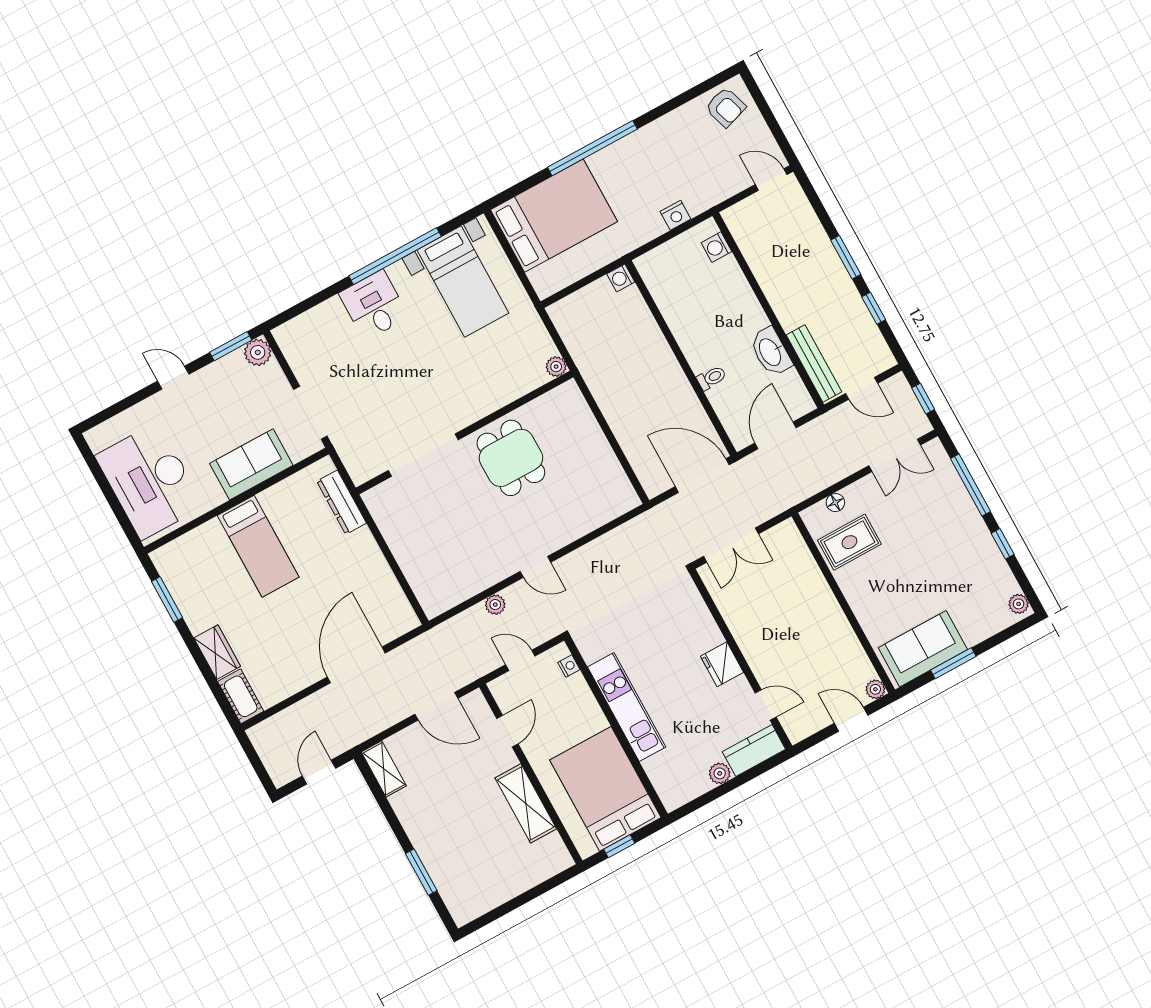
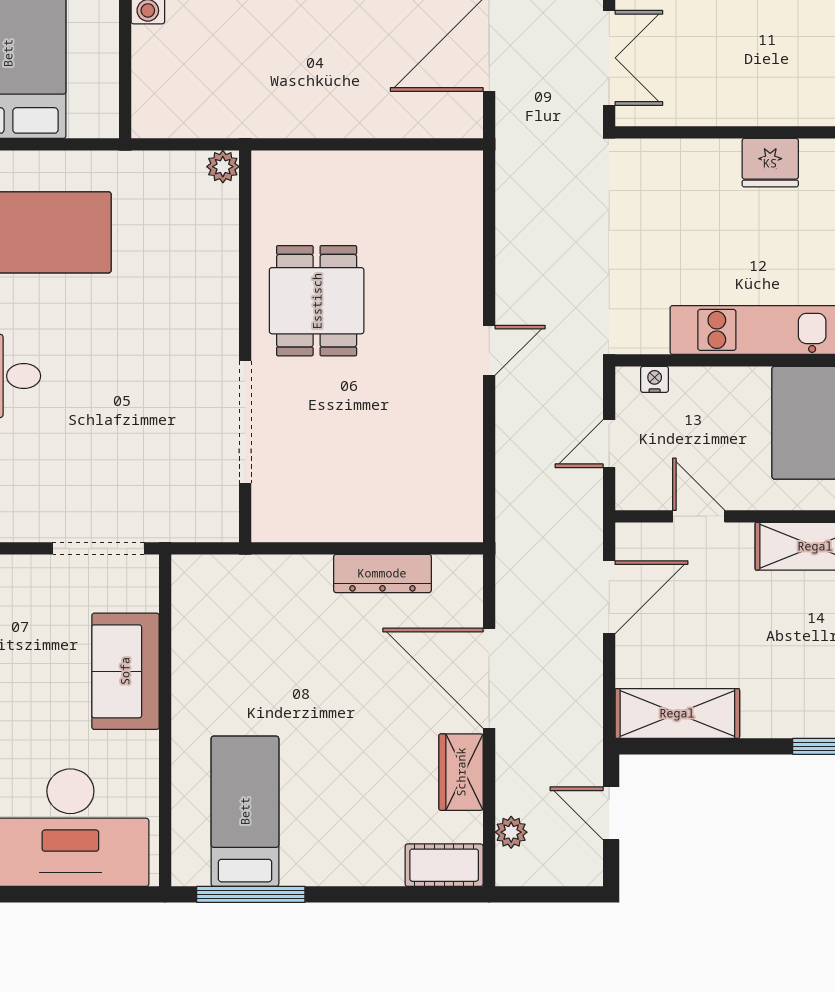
dining table: (511, 458) -> (317, 301), turned 90
dresser: (342, 502) -> (382, 573), moved
bed: (258, 546) -> (245, 811), moved, turned -90
window: (167, 599) -> (251, 894), width x1.44
plant: (495, 605) -> (511, 832), moved
wardrobe: (217, 652) -> (461, 772), moved, turned -90
shelving: (384, 769) -> (677, 713), width x1.50, depth x1.33

